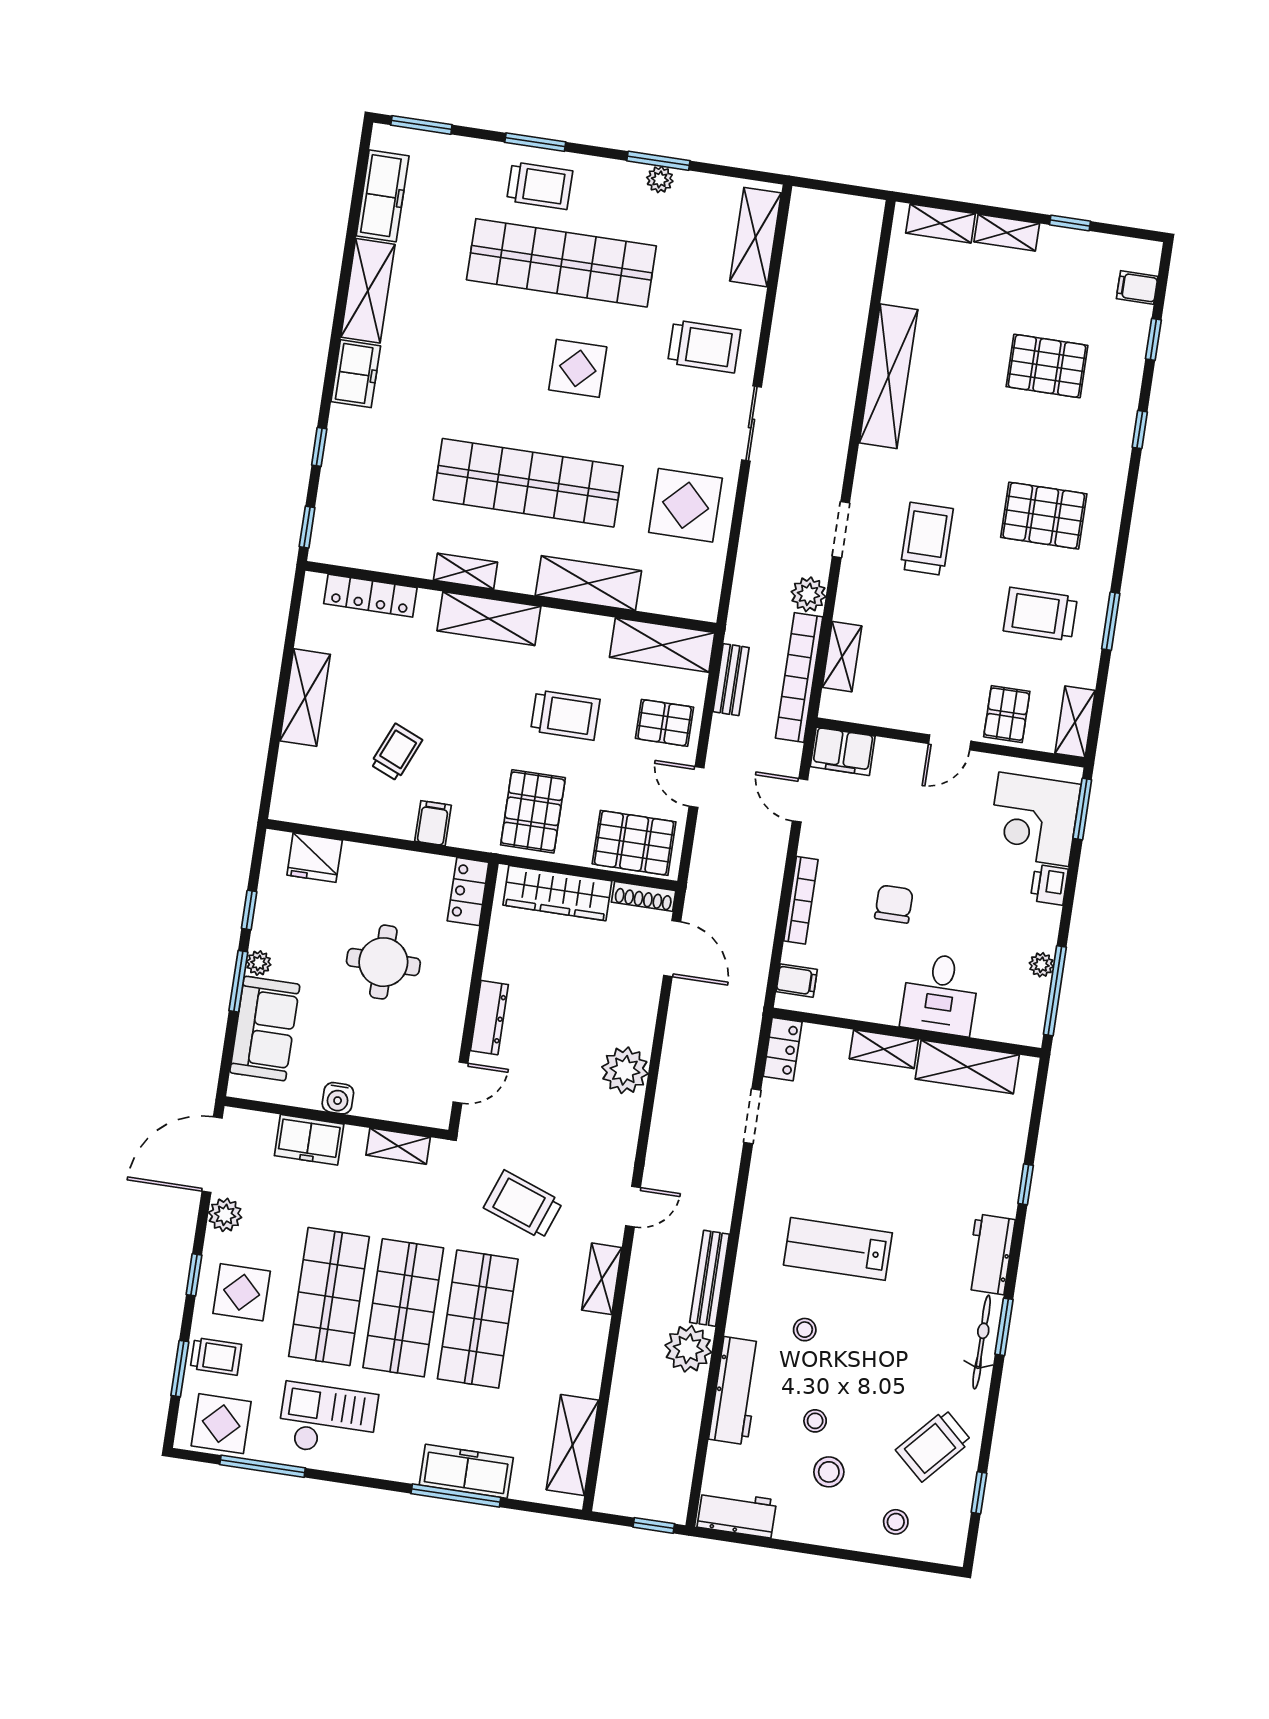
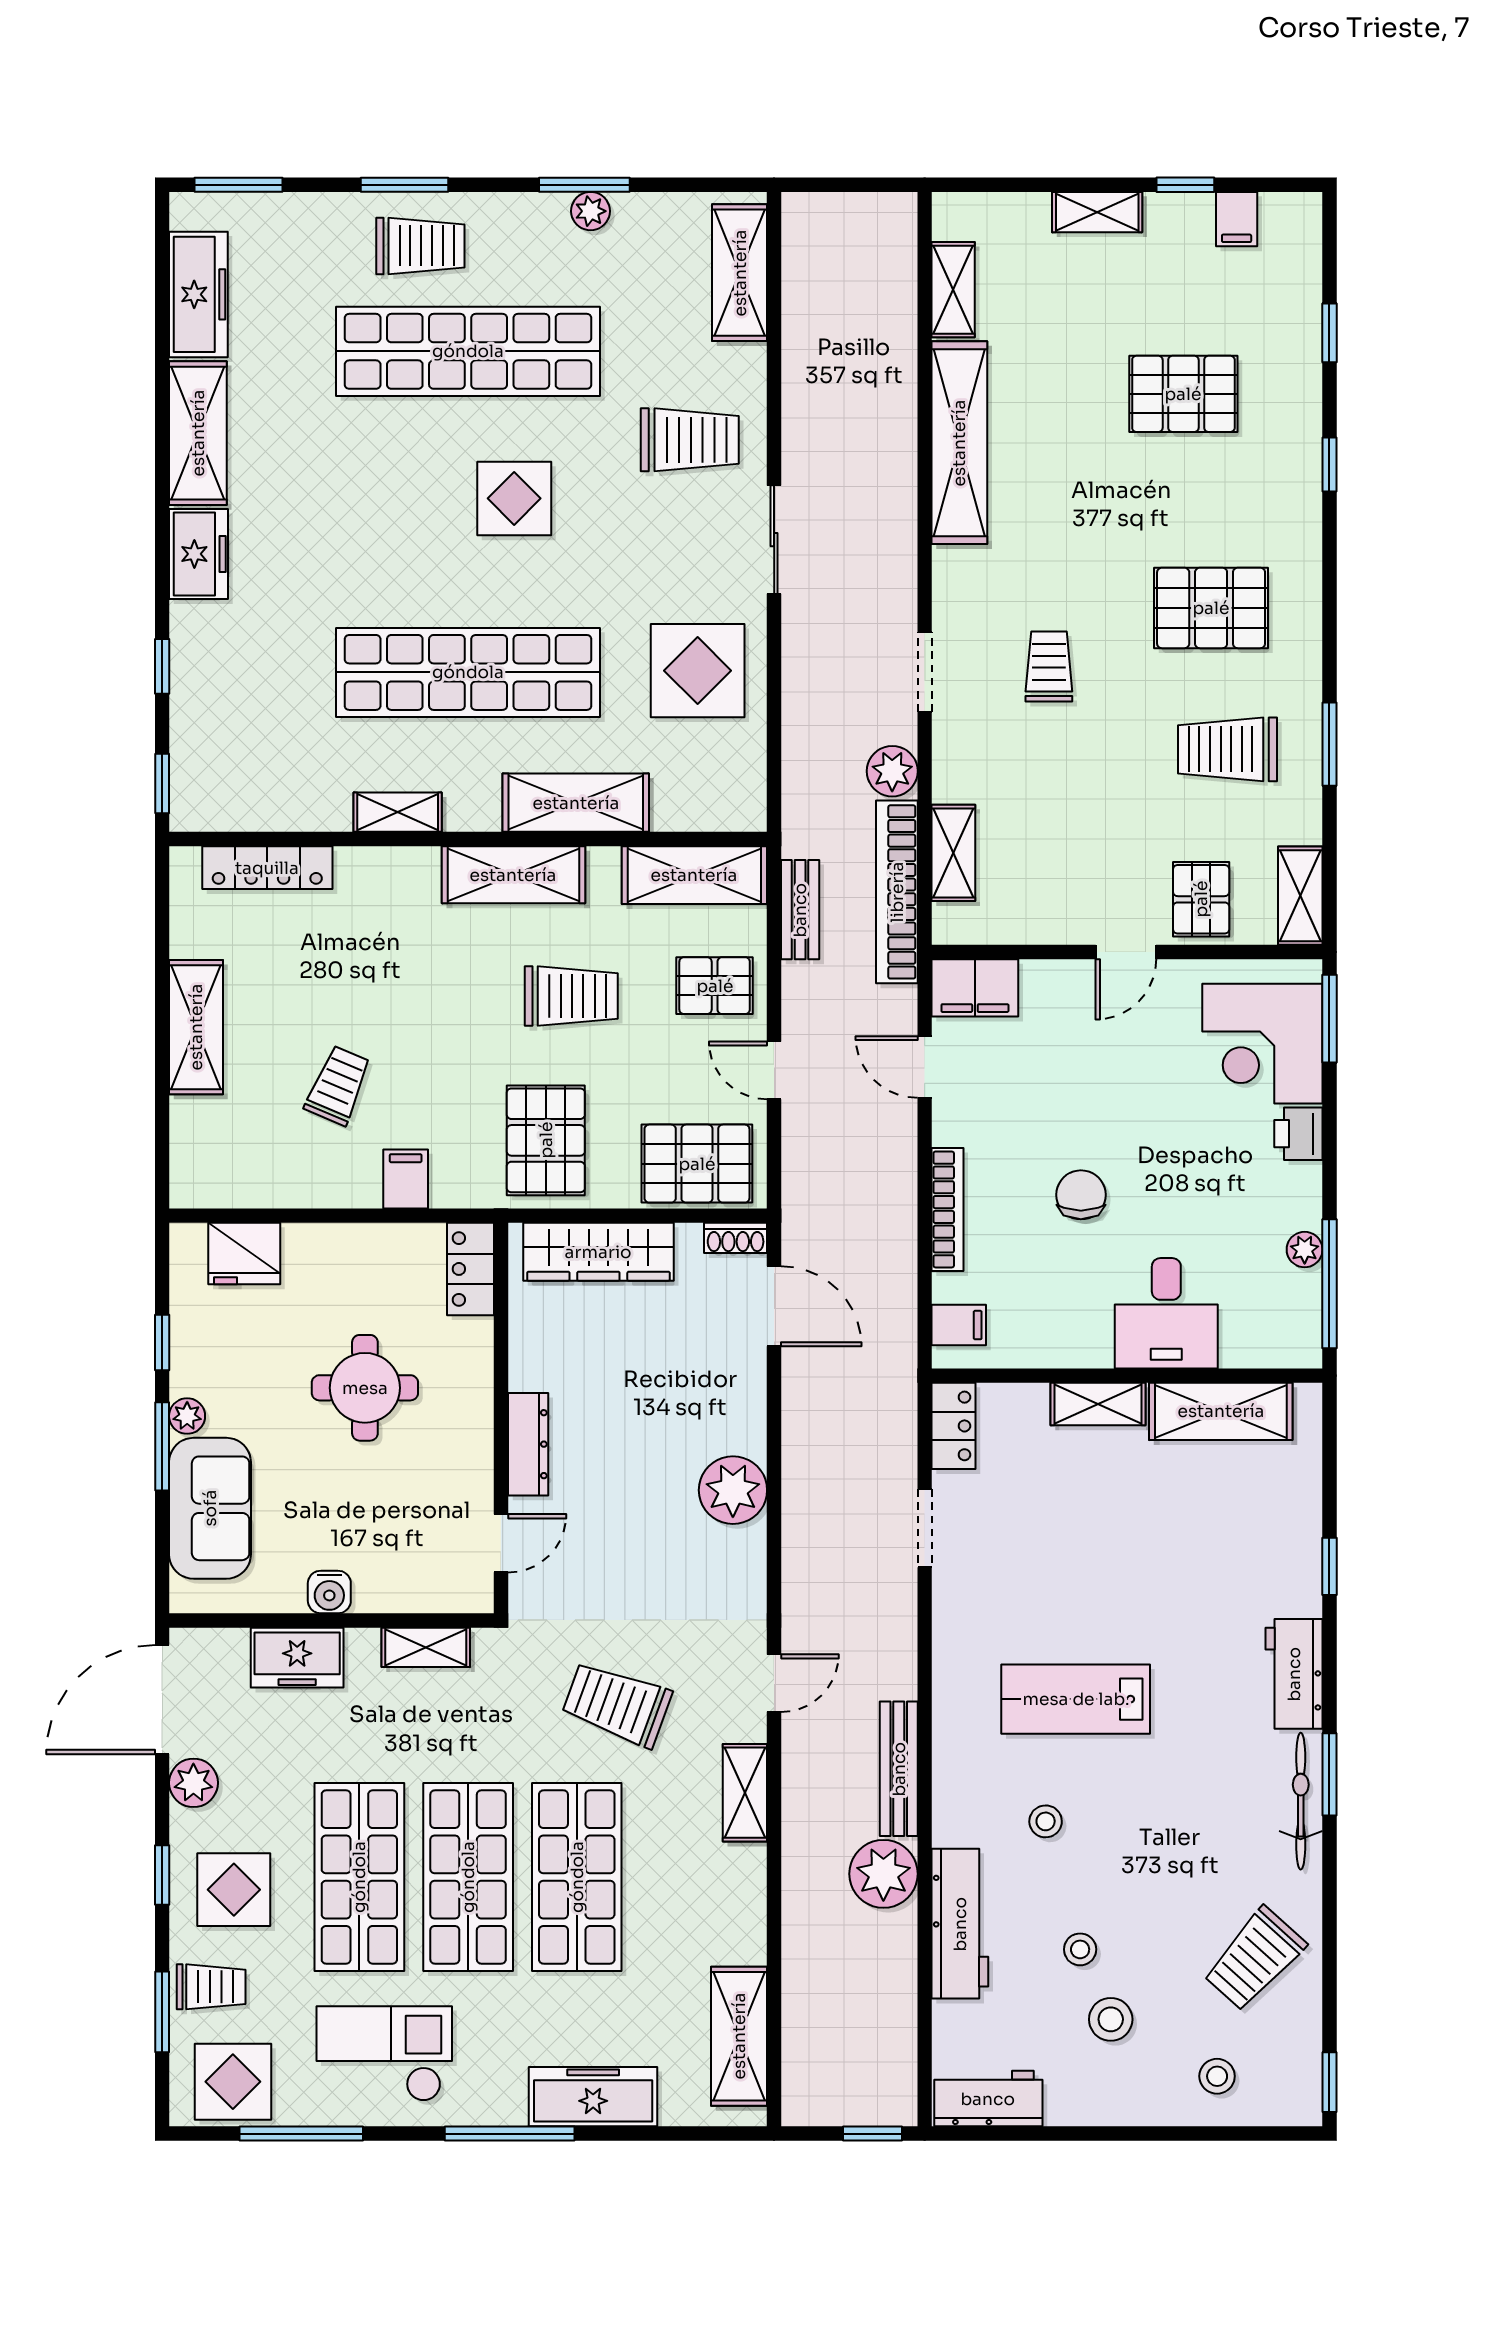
shelving: (941, 223) -> (953, 290), moved, turned 90
filing cabinet: (1137, 287) -> (1237, 219), moved, turned -90
trolley: (927, 539) -> (1049, 667), width x0.73, depth x0.72
shelving: (489, 619) -> (513, 875), moved
shoe rack: (644, 896) -> (736, 1238), width x0.70
window: (979, 1493) -> (1329, 2082), moved
window: (456, 1496) -> (510, 2134), moved

